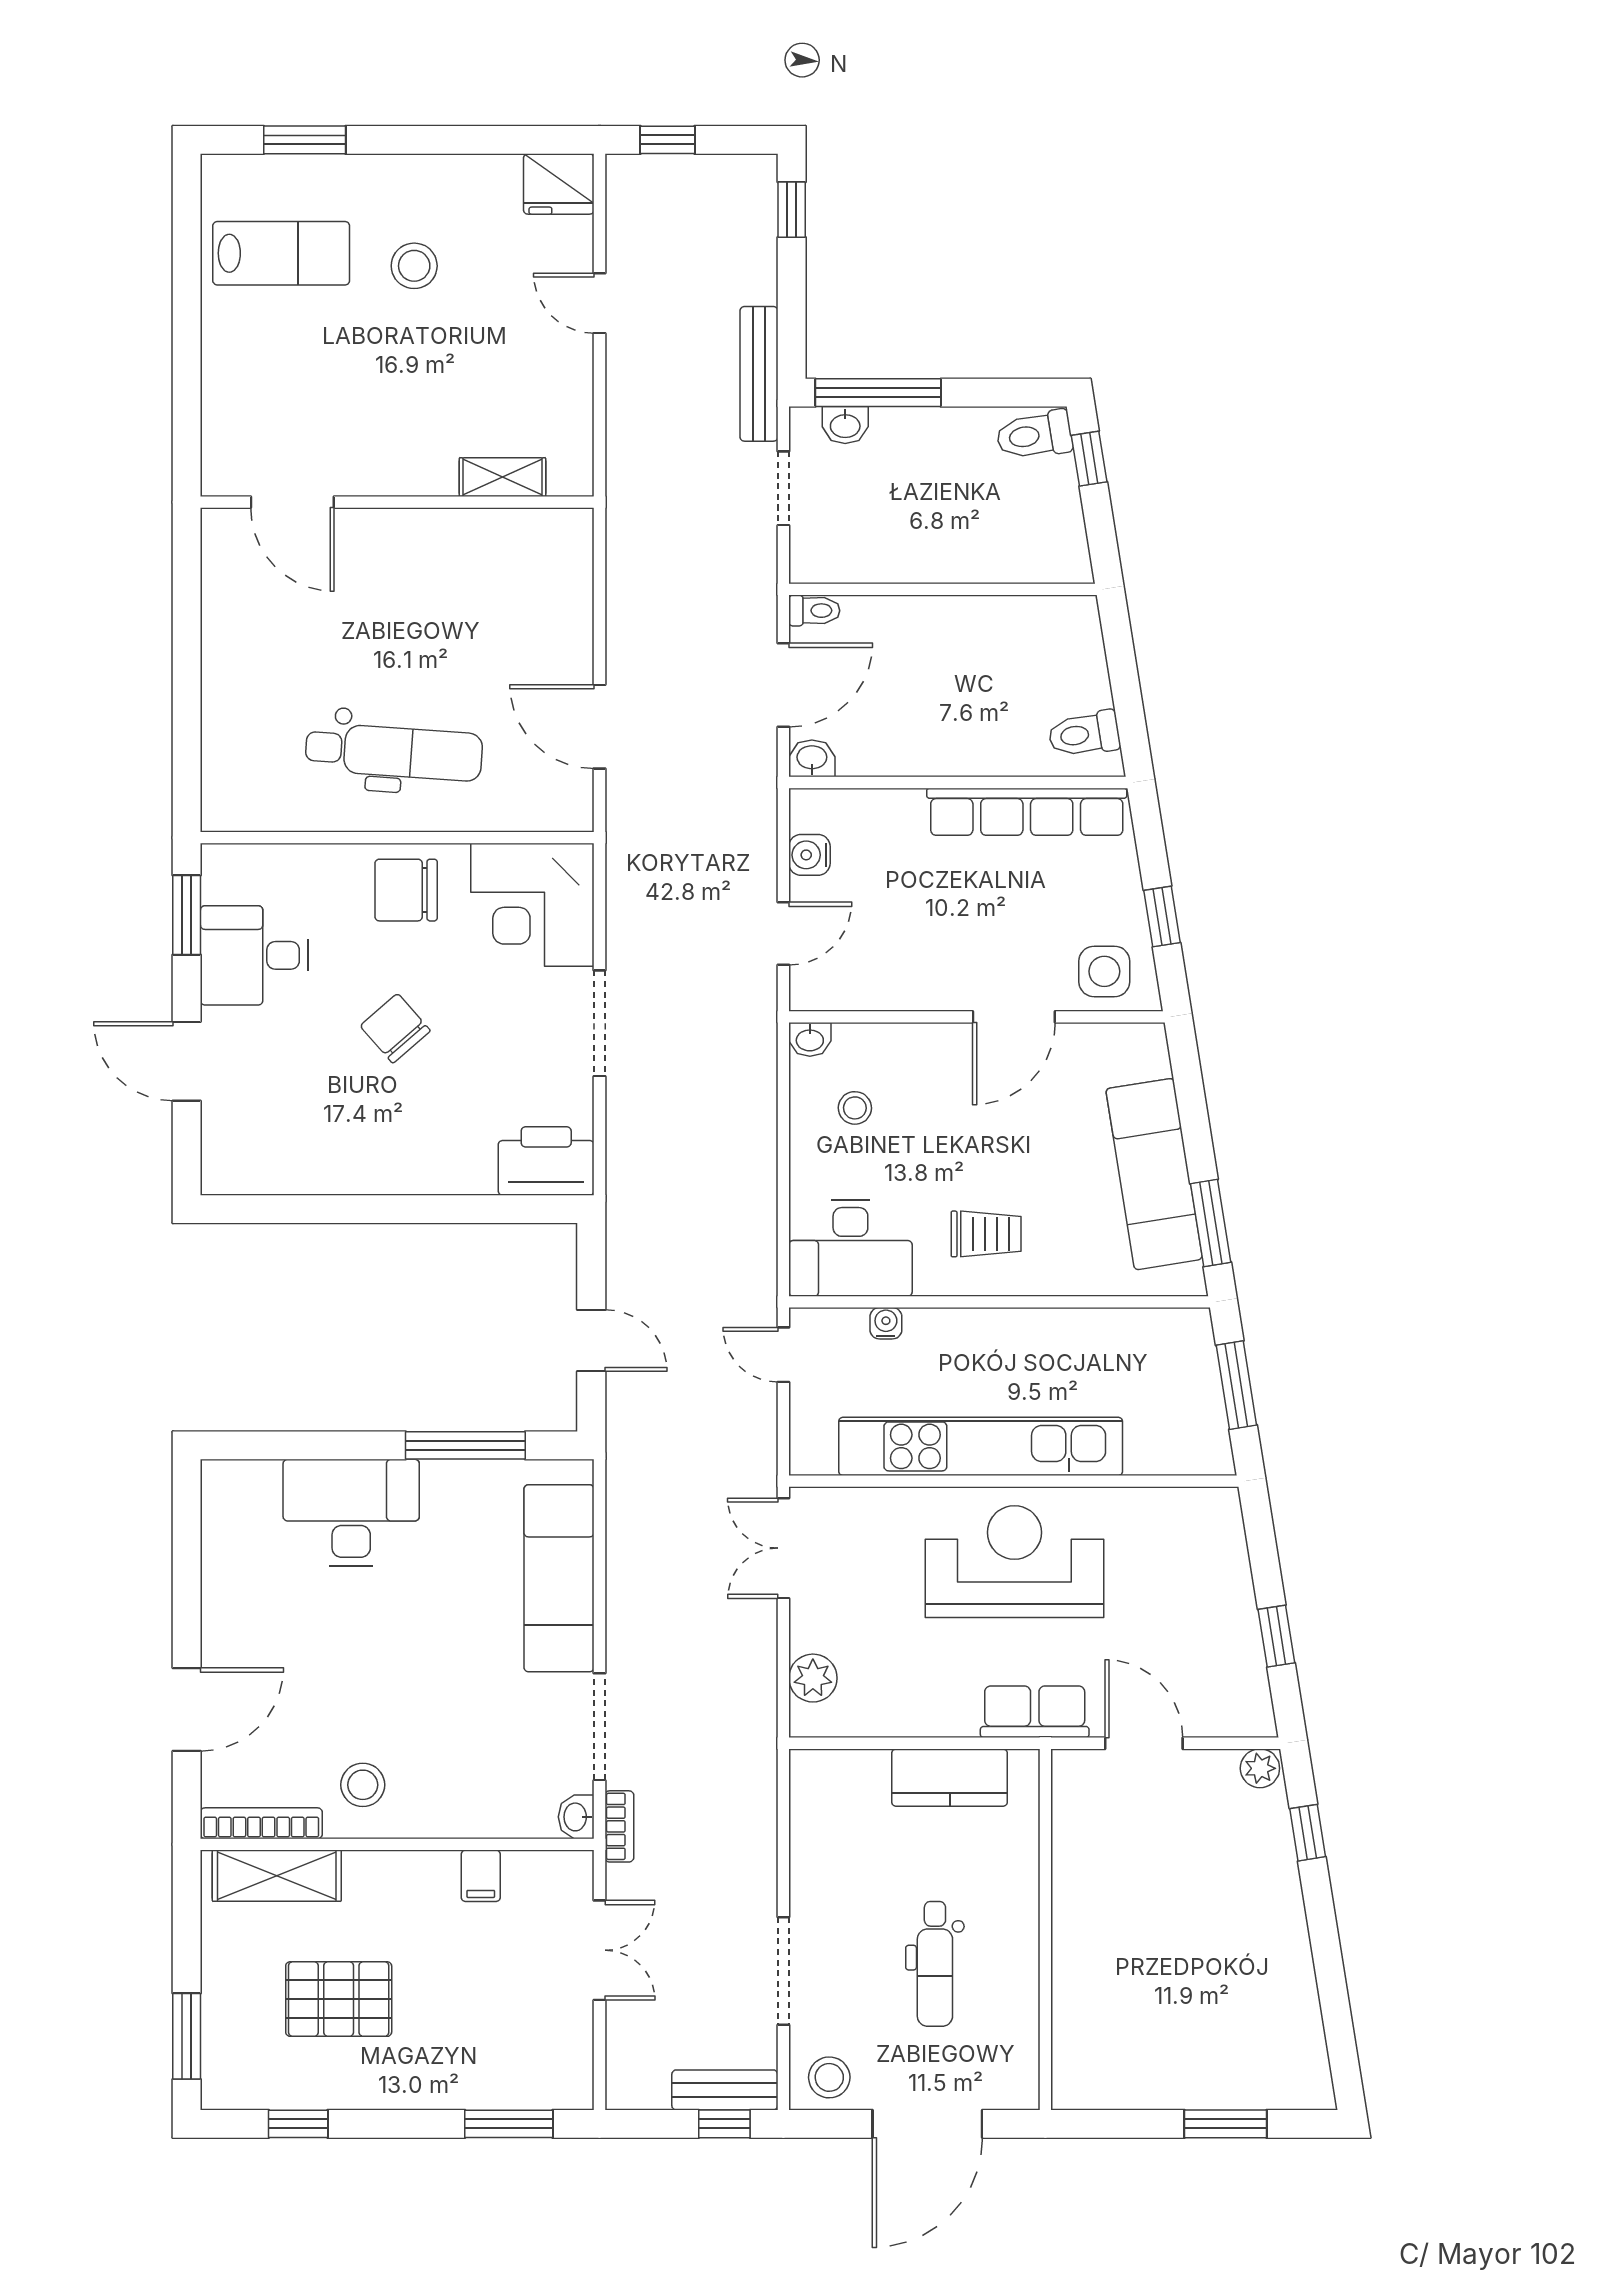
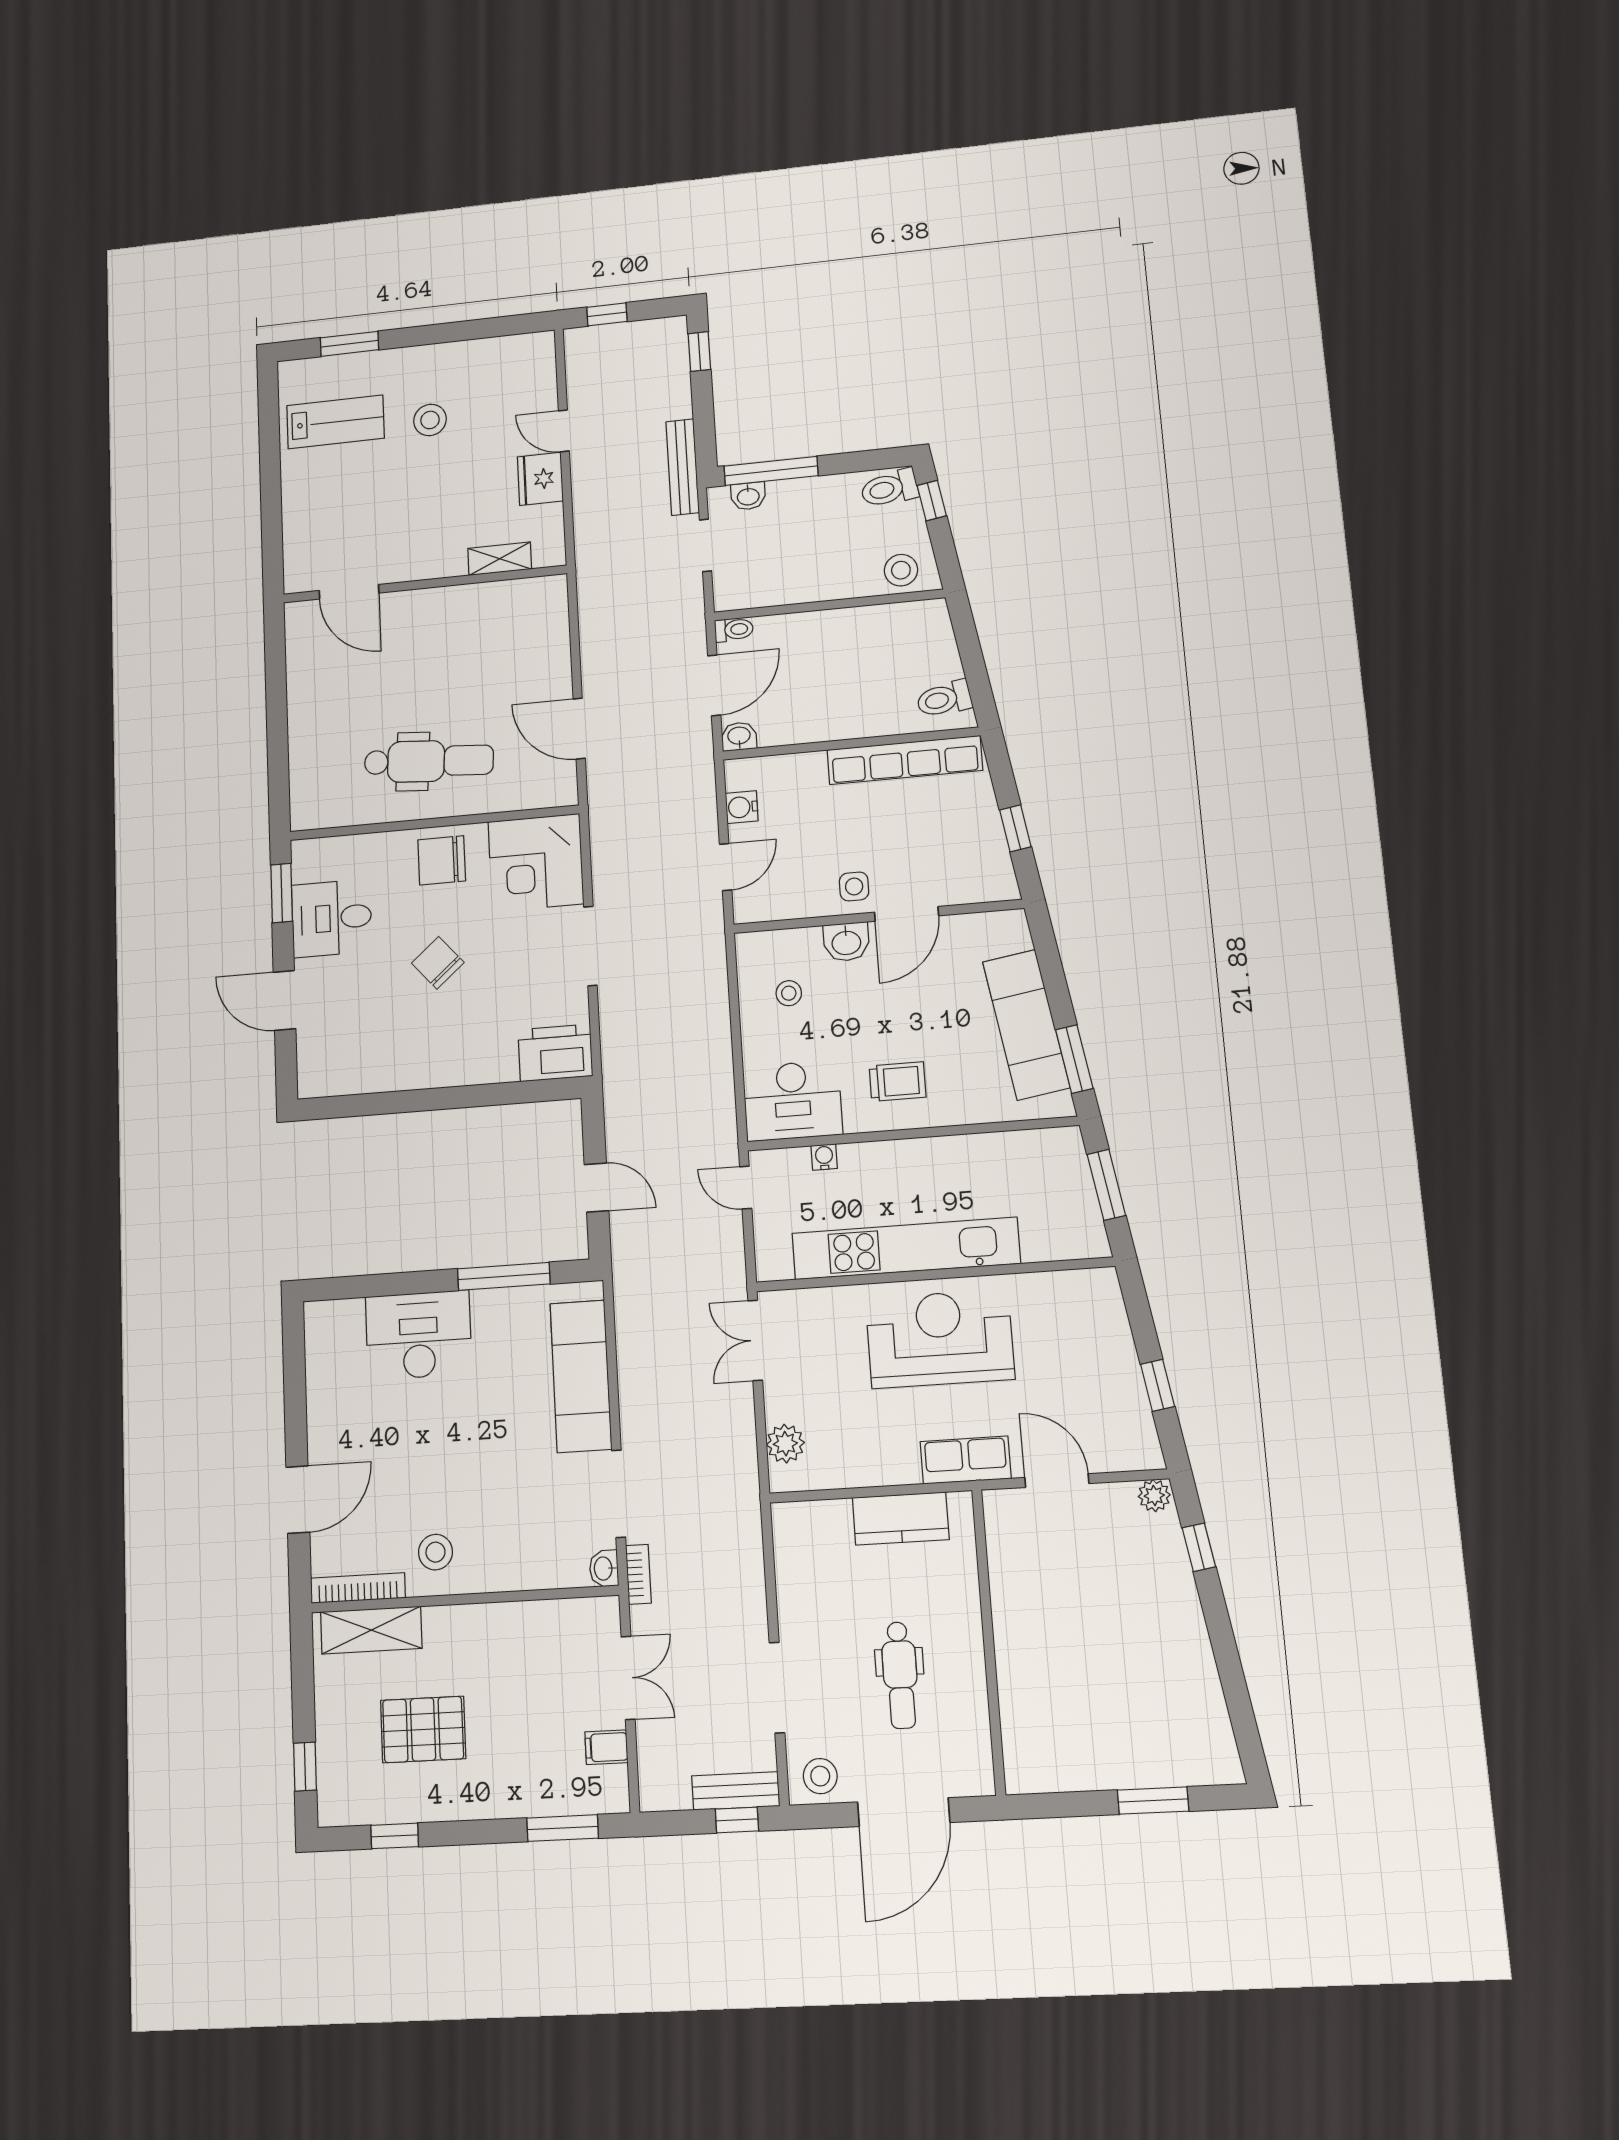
fridge: (559, 184) -> (540, 479), moved, turned 90
stool: (1041, 551) -> (901, 570), added
side table: (1104, 971) -> (854, 886), moved, width x0.73, depth x0.73
washbasin: (810, 1039) -> (846, 942), moved, width x1.38, depth x1.45
filing cabinet: (481, 1876) -> (606, 1747), moved, turned 90
window: (187, 2036) -> (305, 1767), width x0.67

